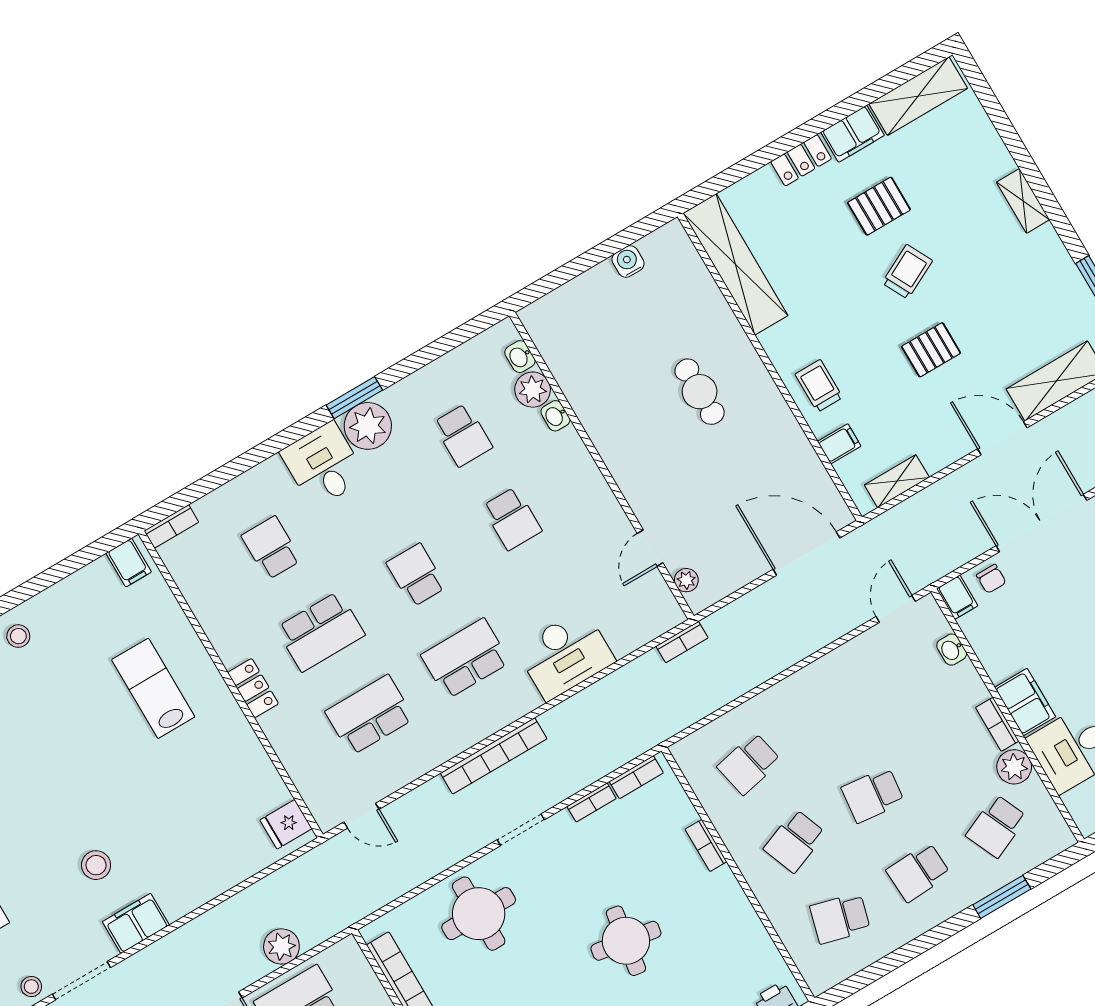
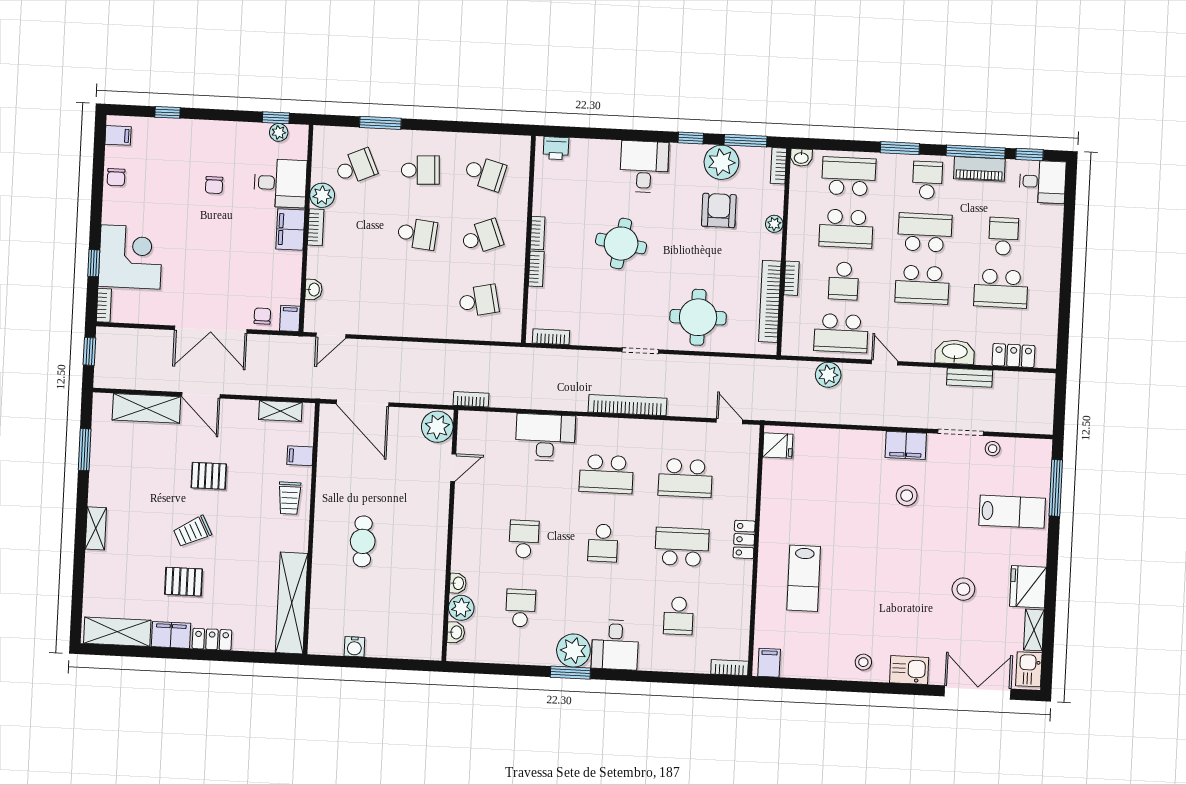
plant: (686, 580) -> (437, 427), width x1.88, depth x1.88
bookcase: (592, 802) -> (538, 233), moved, turned 90

